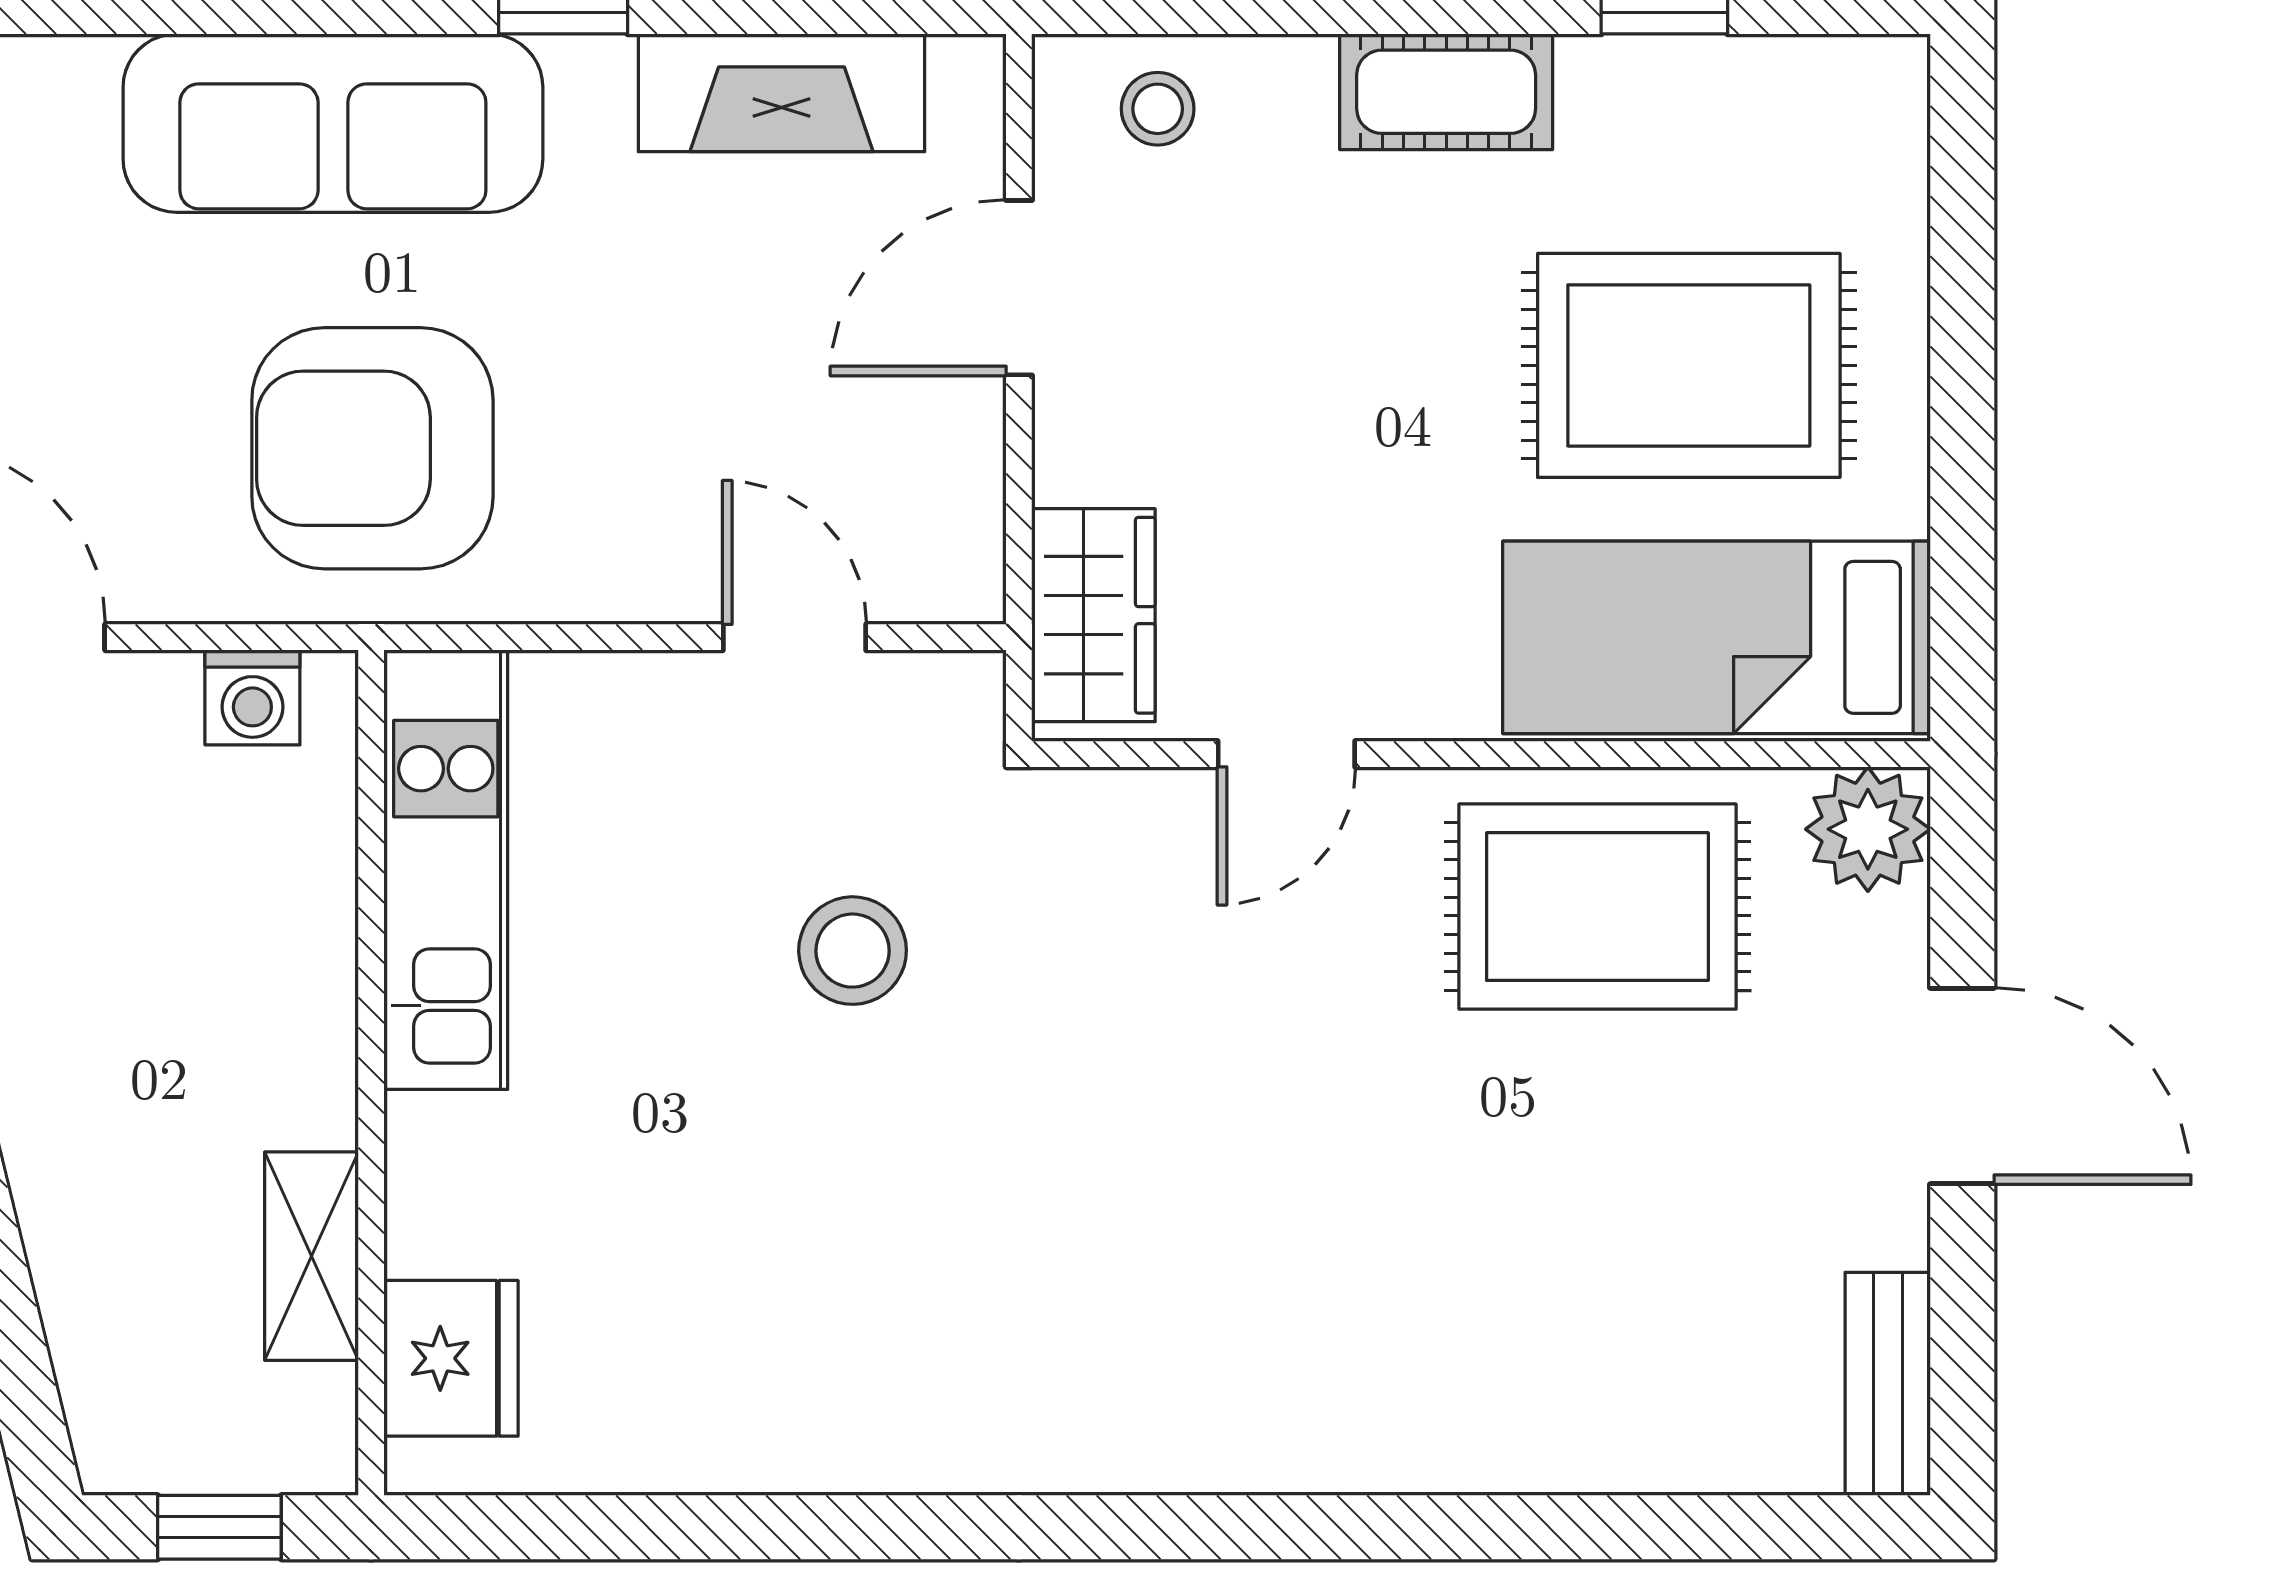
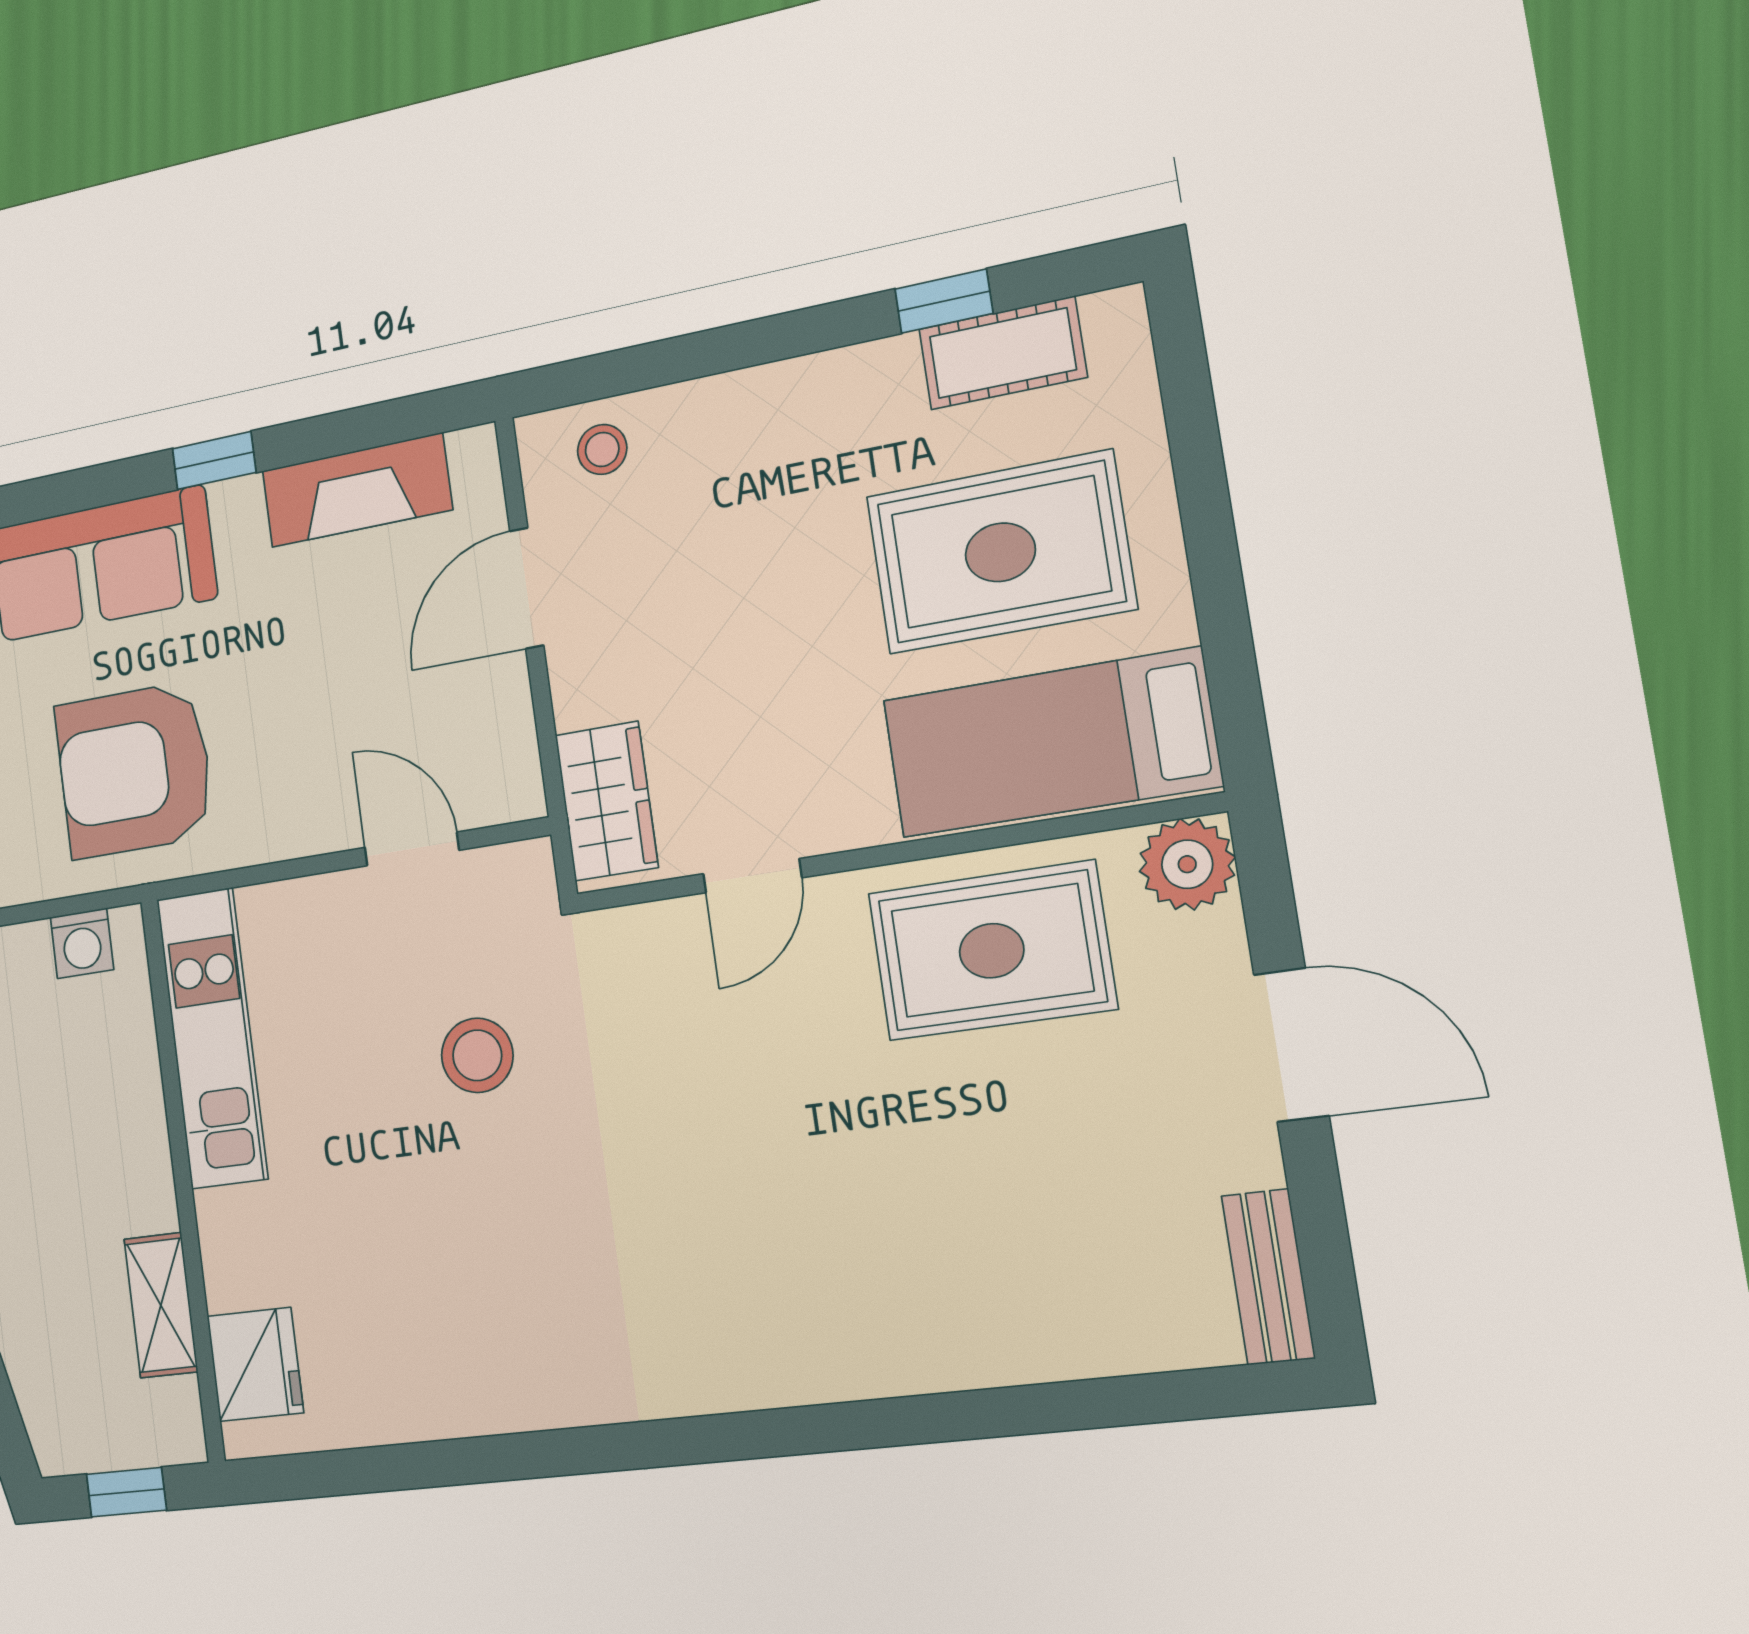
cot: (1446, 92) -> (1003, 353), moved

